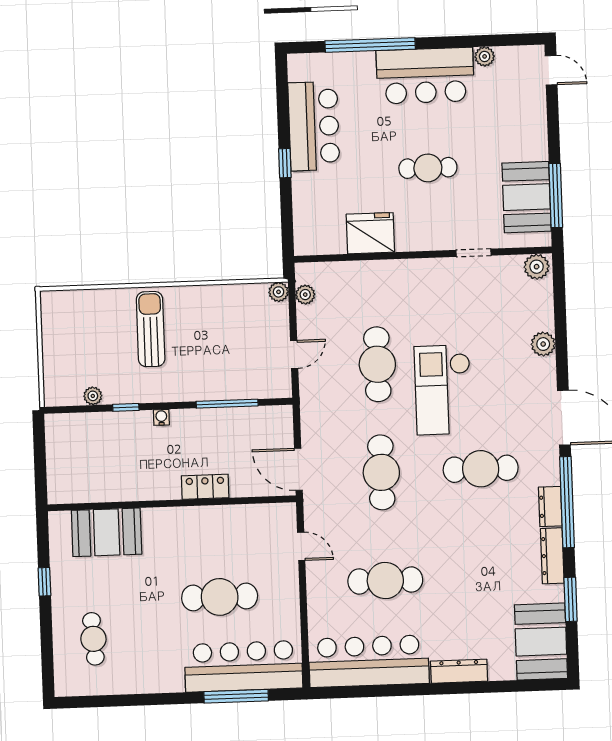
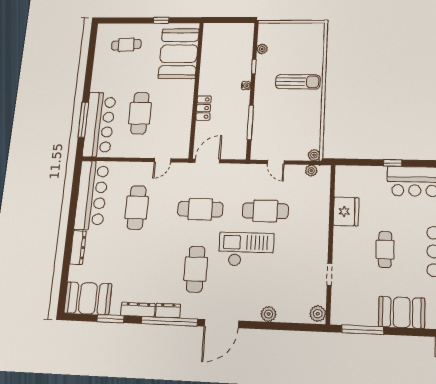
booth: (527, 197) -> (402, 312), moved
booth: (107, 532) -> (179, 54), width x1.36, depth x1.42

